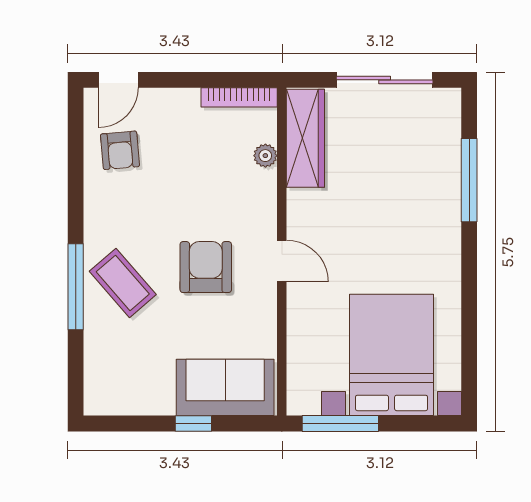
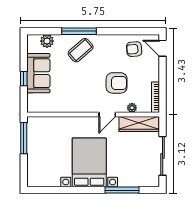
door: (282, 261) -> (107, 114), moved
armchair: (206, 267) -> (117, 83), moved
bed with nightstands: (392, 355) -> (89, 162), moved, turned -90
plant: (100, 366) -> (47, 41), added
sofa: (225, 387) -> (38, 73), moved

